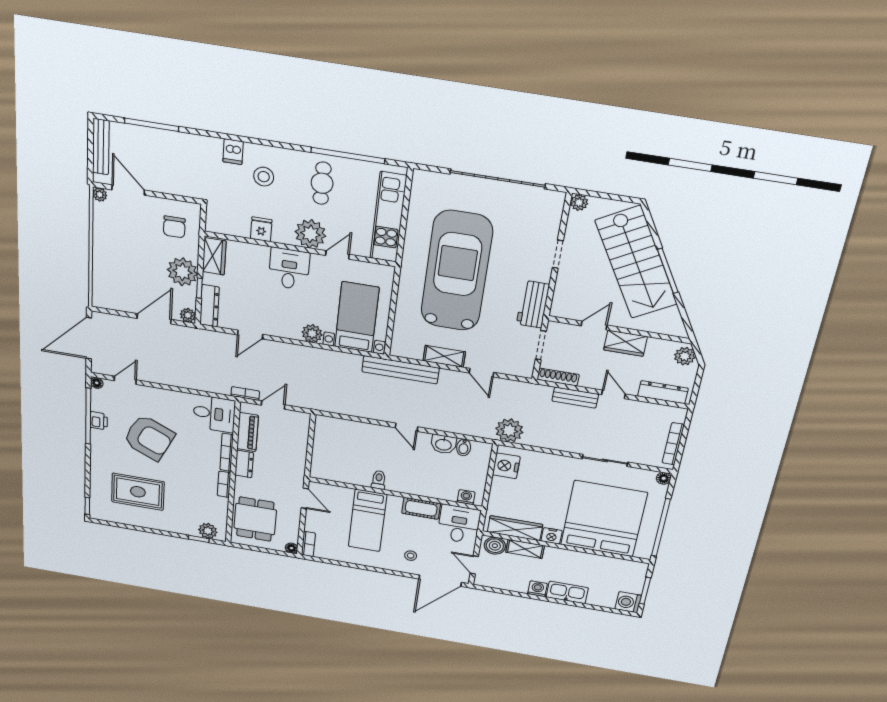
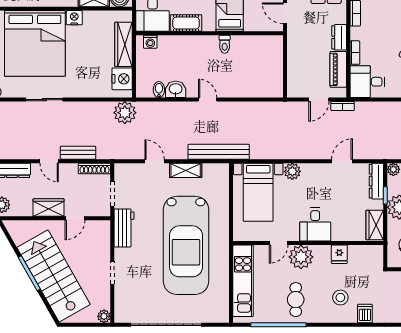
bookcase: (227, 452) -> (355, 53), width x0.64
wardrobe: (515, 528) -> (123, 44), moved, turned 90

